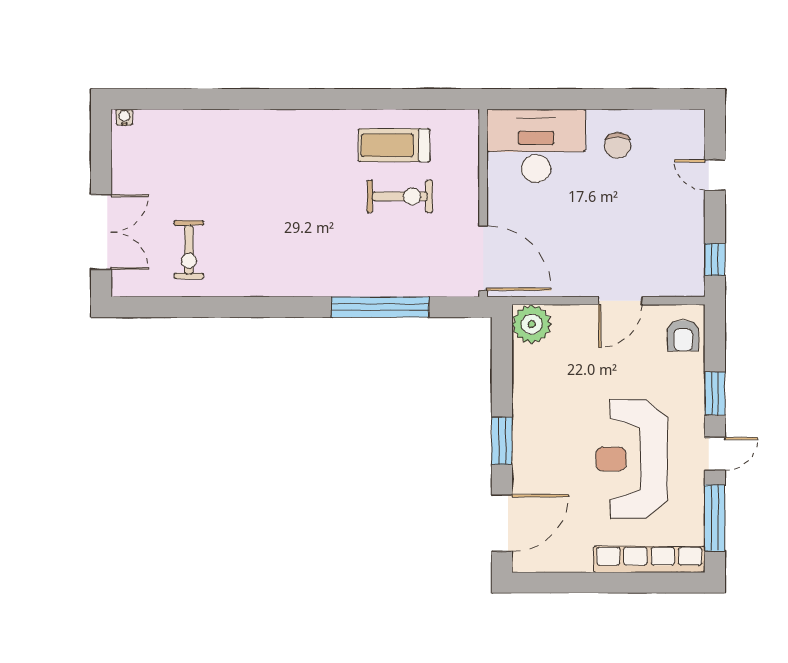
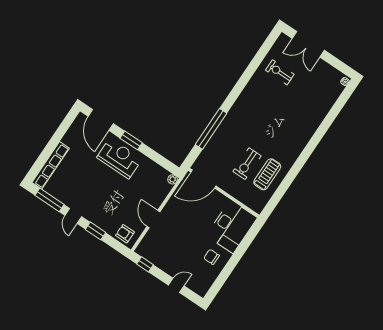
plant: (532, 324) -> (173, 179), width x0.53, depth x0.53
reception desk: (632, 459) -> (119, 158), moved, width x0.74, depth x0.77

